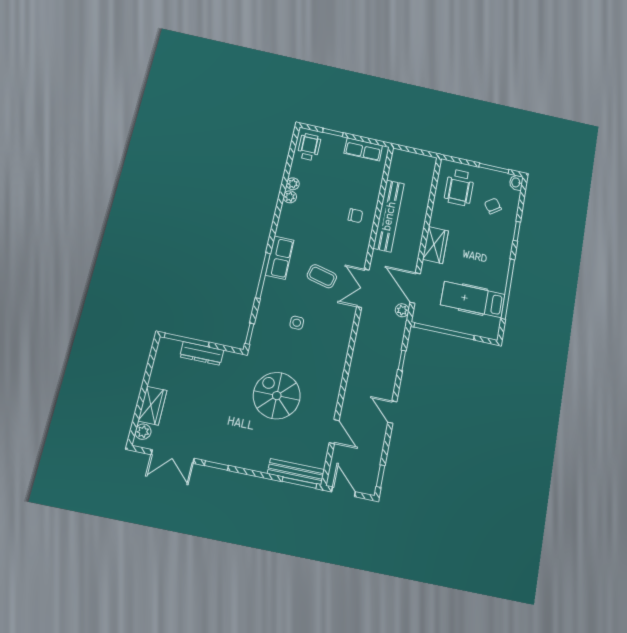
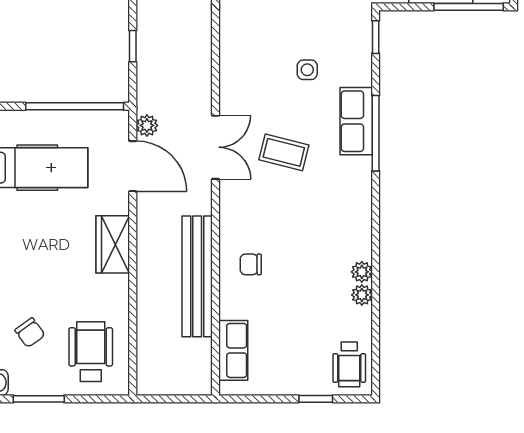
row of seats: (363, 149) -> (233, 350), moved, turned 90
row of seats: (280, 258) -> (356, 121), moved

